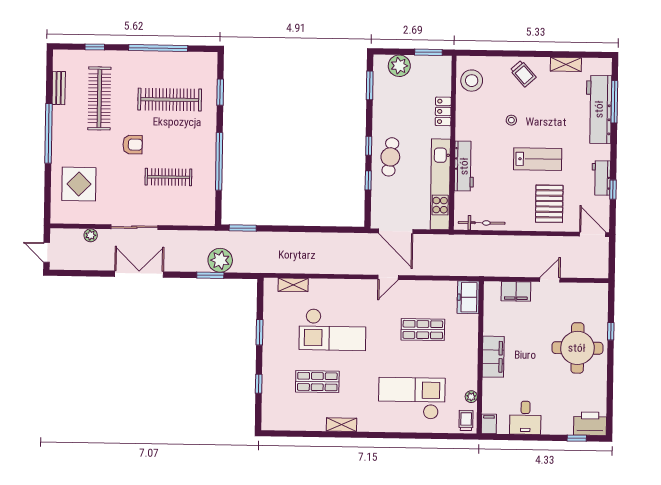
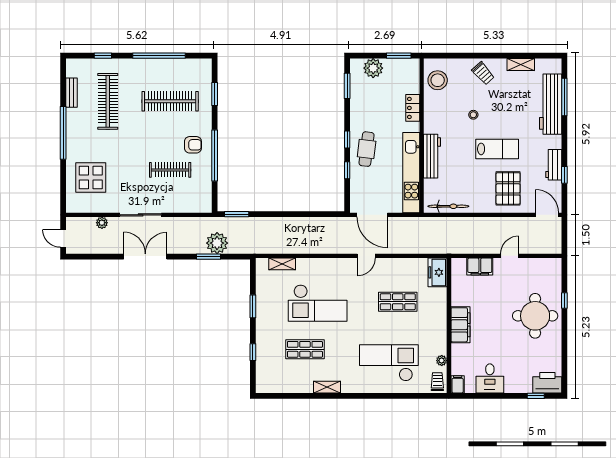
armchair: (133, 145) -> (193, 145), moved

